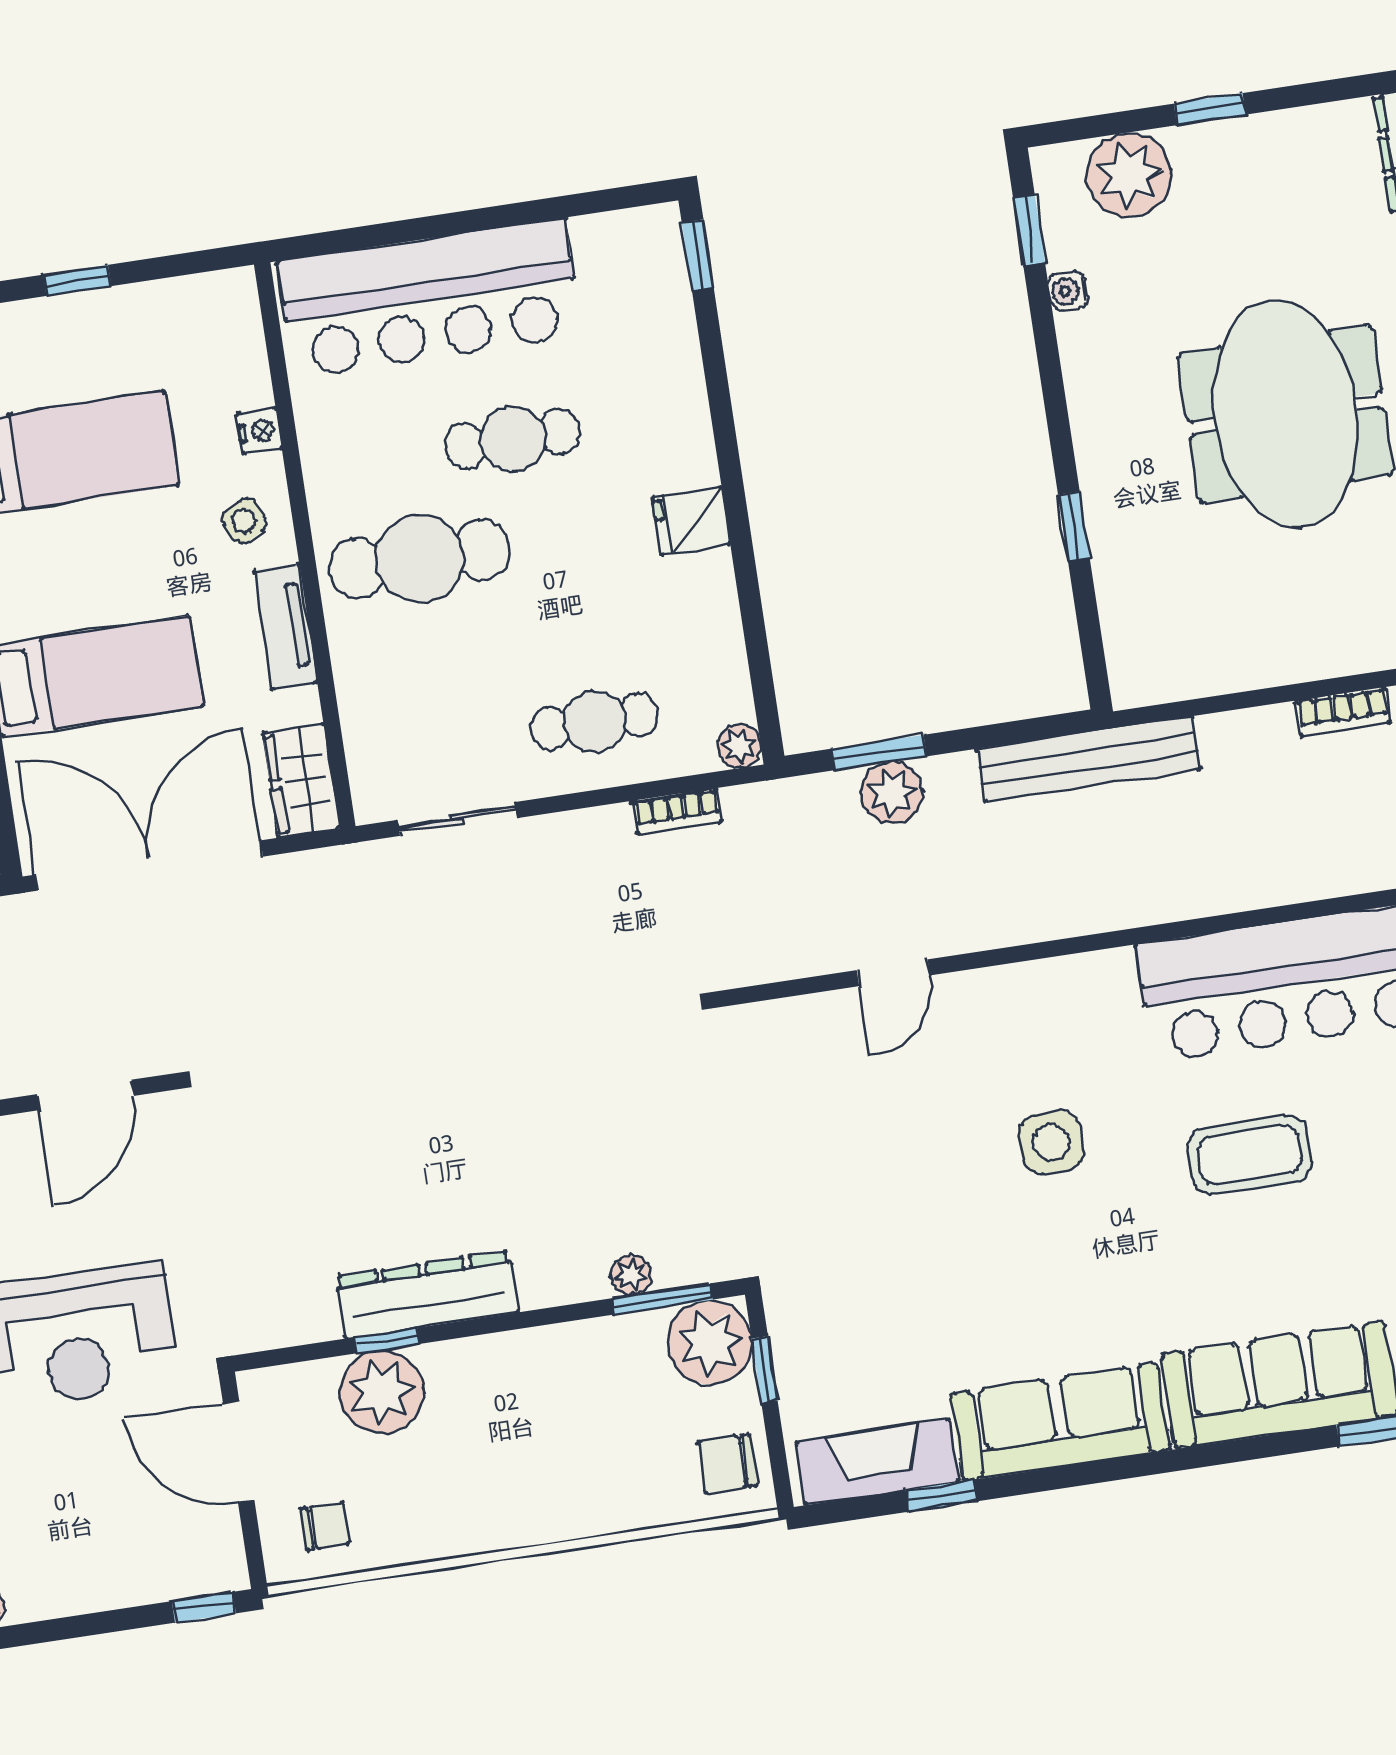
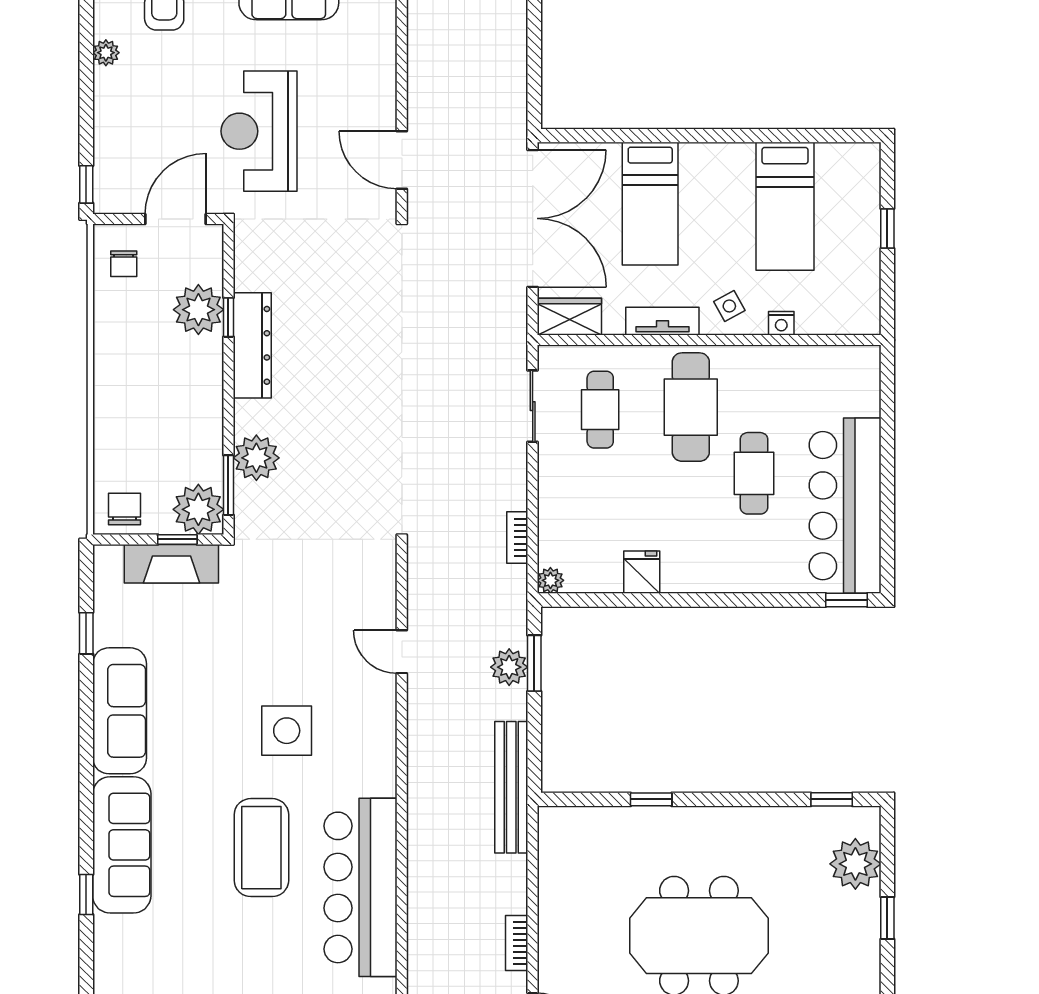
water cooler: (1068, 291) -> (792, 817), removed
bar counter: (430, 298) -> (845, 506), moved
fridge: (691, 521) -> (642, 572), moved
cafe table: (594, 722) -> (600, 410), moved
side table: (1051, 1142) -> (287, 731), width x1.37, depth x1.37
coffee table: (1250, 1155) -> (261, 848), width x1.36, depth x1.32
plant: (631, 1275) -> (256, 458), width x1.88, depth x1.88
fireplace: (877, 1462) -> (171, 564), moved, turned 90

